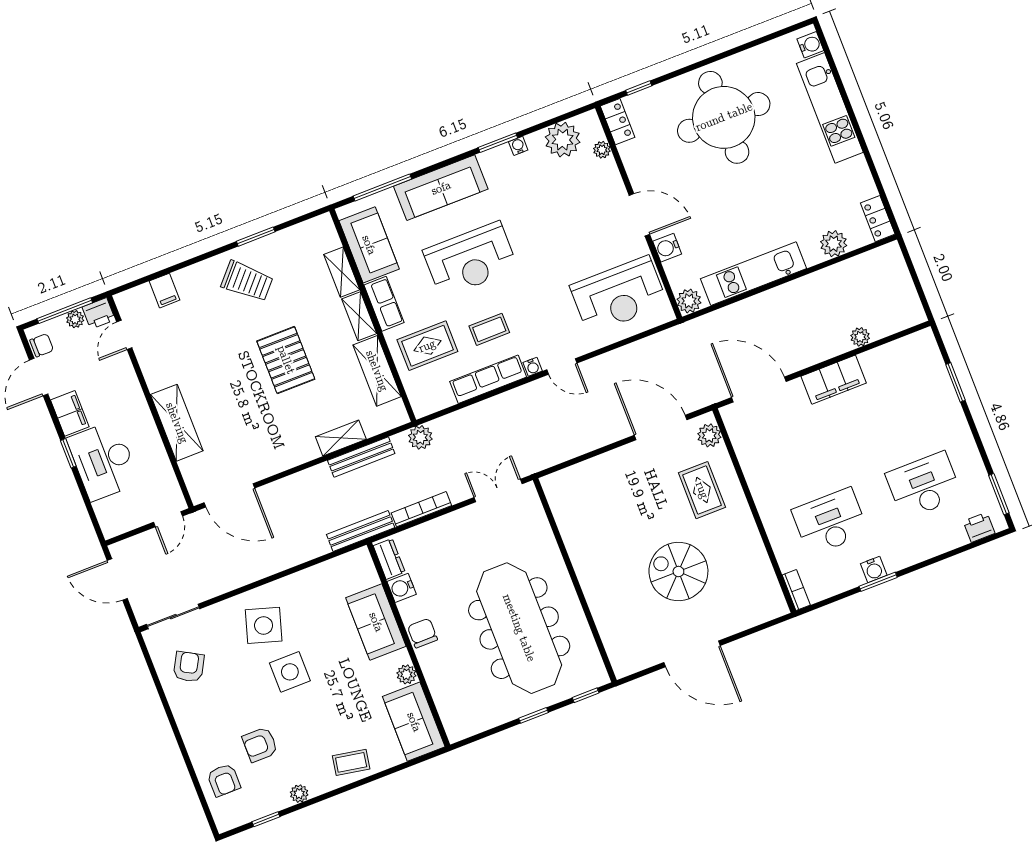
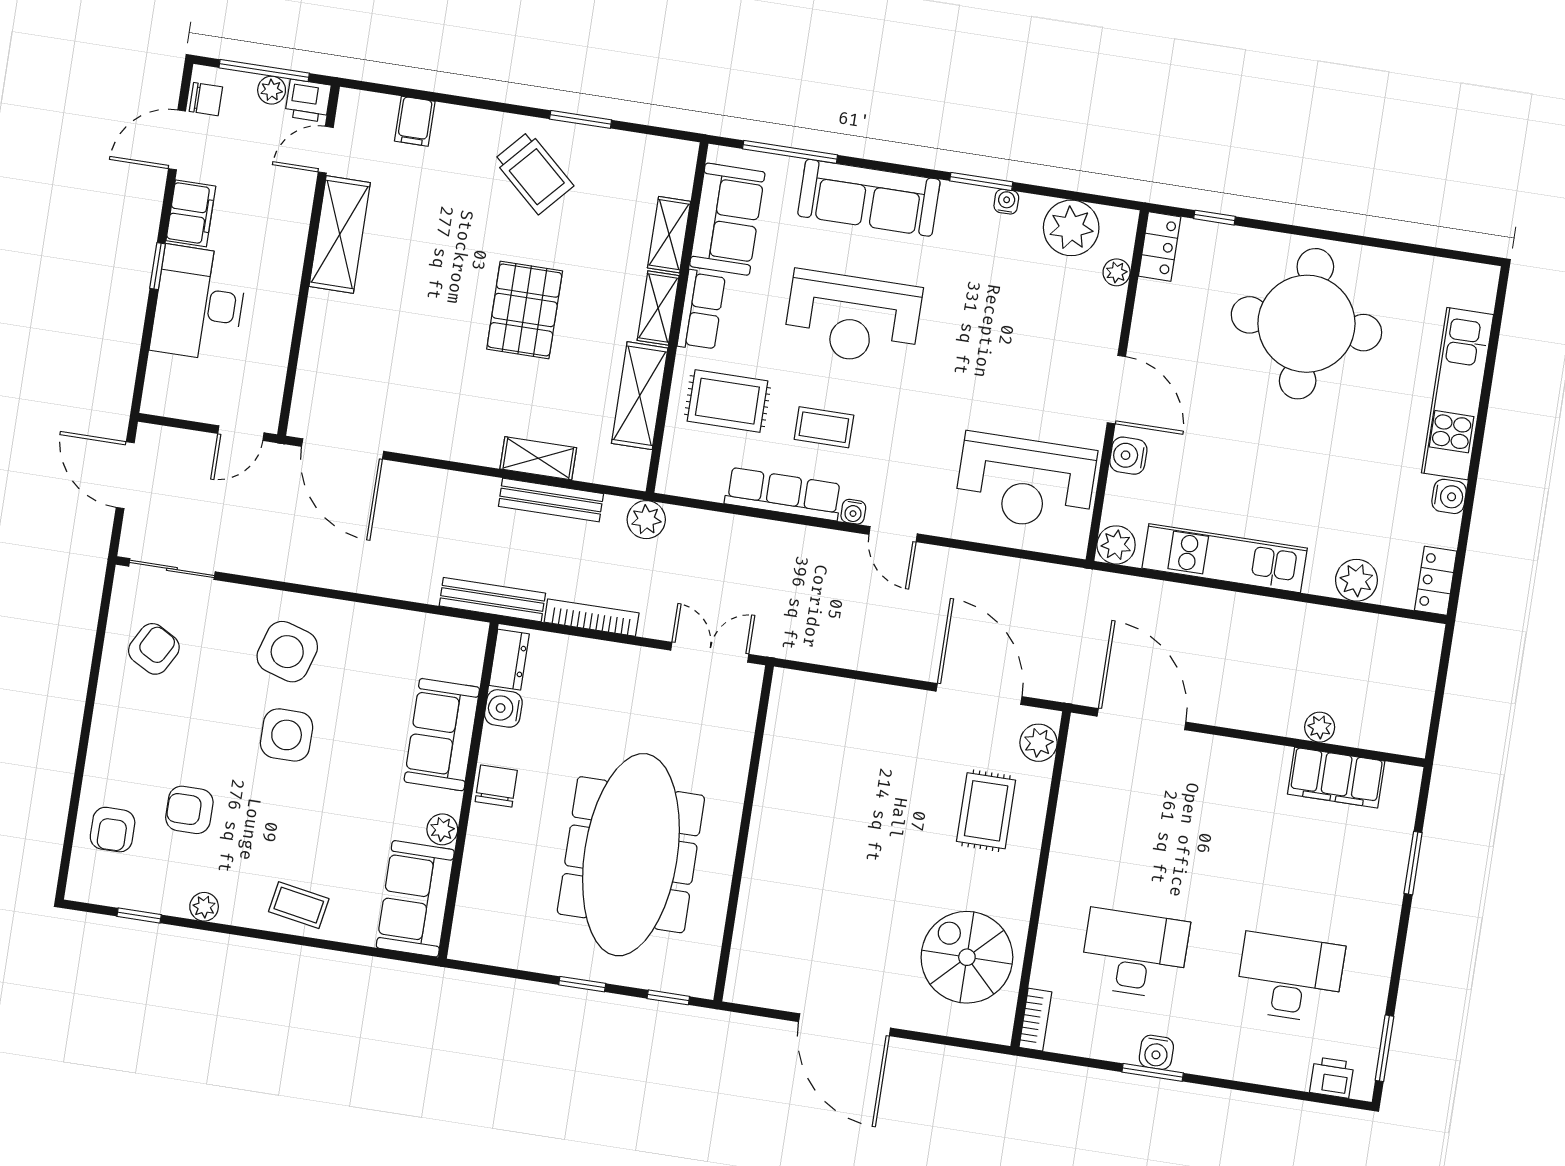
water cooler: (810, 45) -> (1449, 496), moved
filing cabinet: (834, 380) -> (1336, 778), moved
shelving: (177, 423) -> (340, 234), moved
spiral stairs: (678, 571) -> (967, 957), moved

